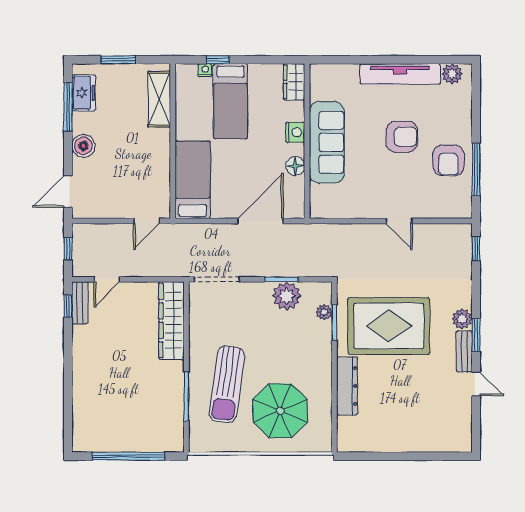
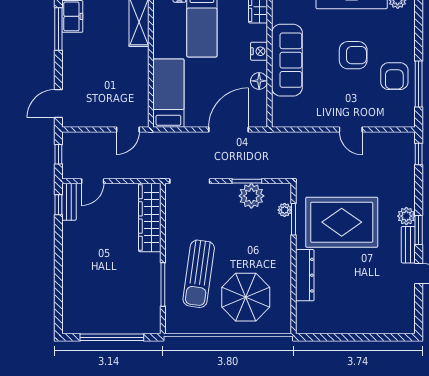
boiler: (83, 146) -> (72, 63), removed

